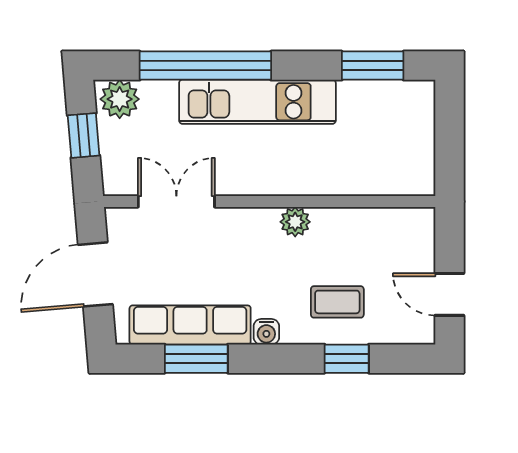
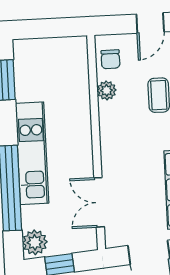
plant: (295, 222) -> (107, 90), moved
chair: (397, 230) -> (110, 59), added

